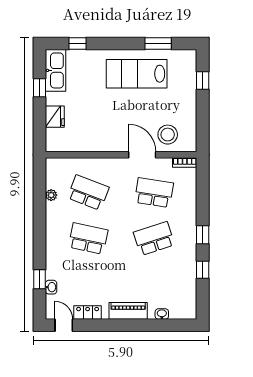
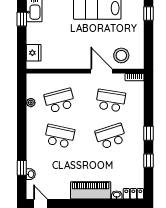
fridge: (55, 117) -> (34, 53), moved
school desk: (88, 193) -> (60, 101), turned -36
piano: (128, 311) -> (91, 190), width x1.37, depth x1.33
locker: (88, 312) -> (133, 194), moved

